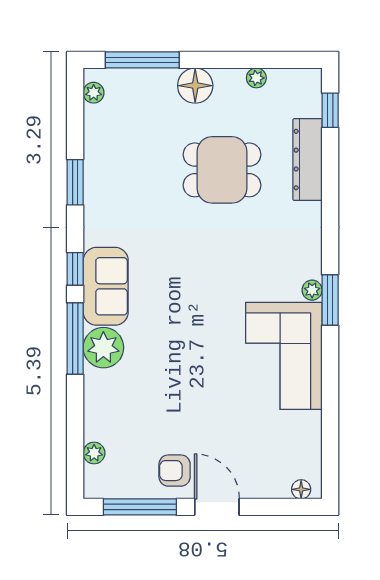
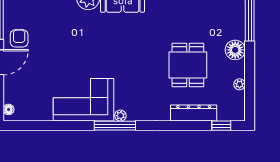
window: (330, 300) -> (115, 126), width x1.44

